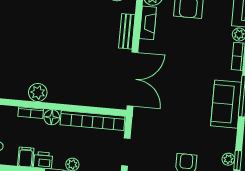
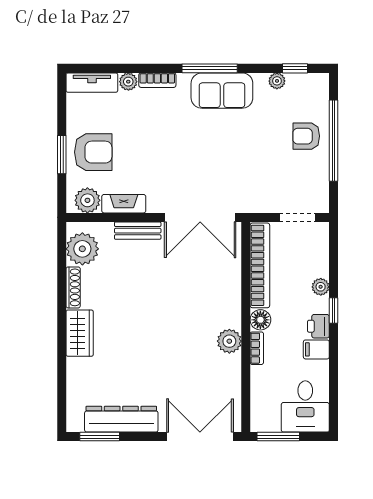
double door: (132, 79) -> (200, 217), swing flipped
plant: (228, 159) -> (277, 81), moved

